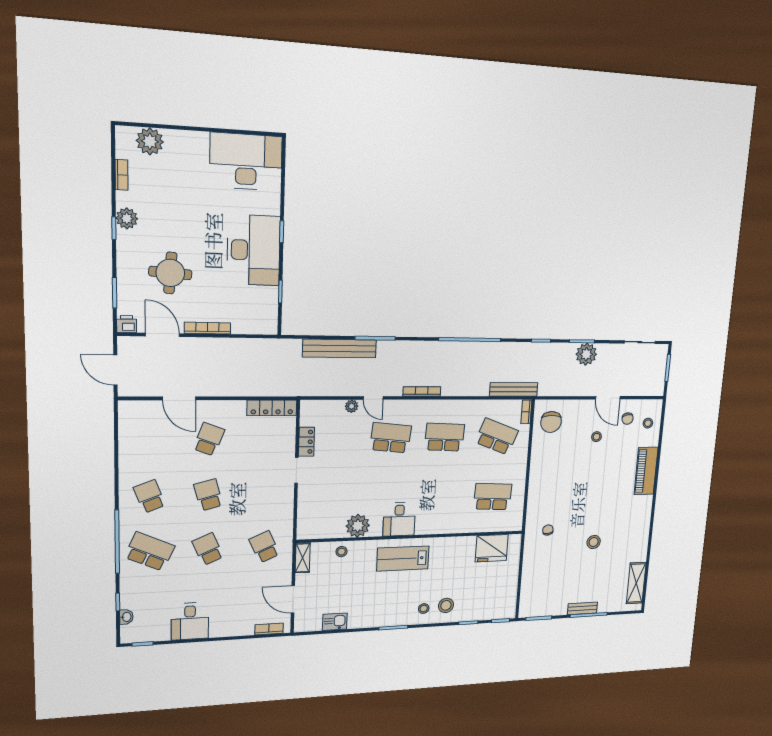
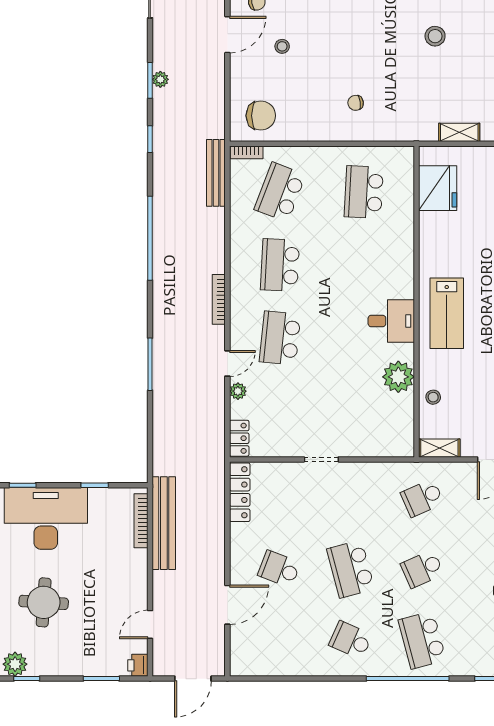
round table: (170, 273) -> (44, 602), moved
bookcase: (208, 328) -> (141, 521), moved
door: (162, 335) -> (150, 624), width x0.73
bench: (340, 348) -> (164, 523), moved
plant: (586, 354) -> (160, 79), width x0.53, depth x0.53
locker: (306, 442) -> (239, 438), moved, turned 90
school desk: (208, 495) -> (351, 569), width x1.85
school desk: (149, 496) -> (351, 640), turned 45
chair: (548, 530) -> (356, 103), moved
school desk: (150, 551) -> (422, 640), turned -39
shelving: (529, 561) -> (459, 132), added

